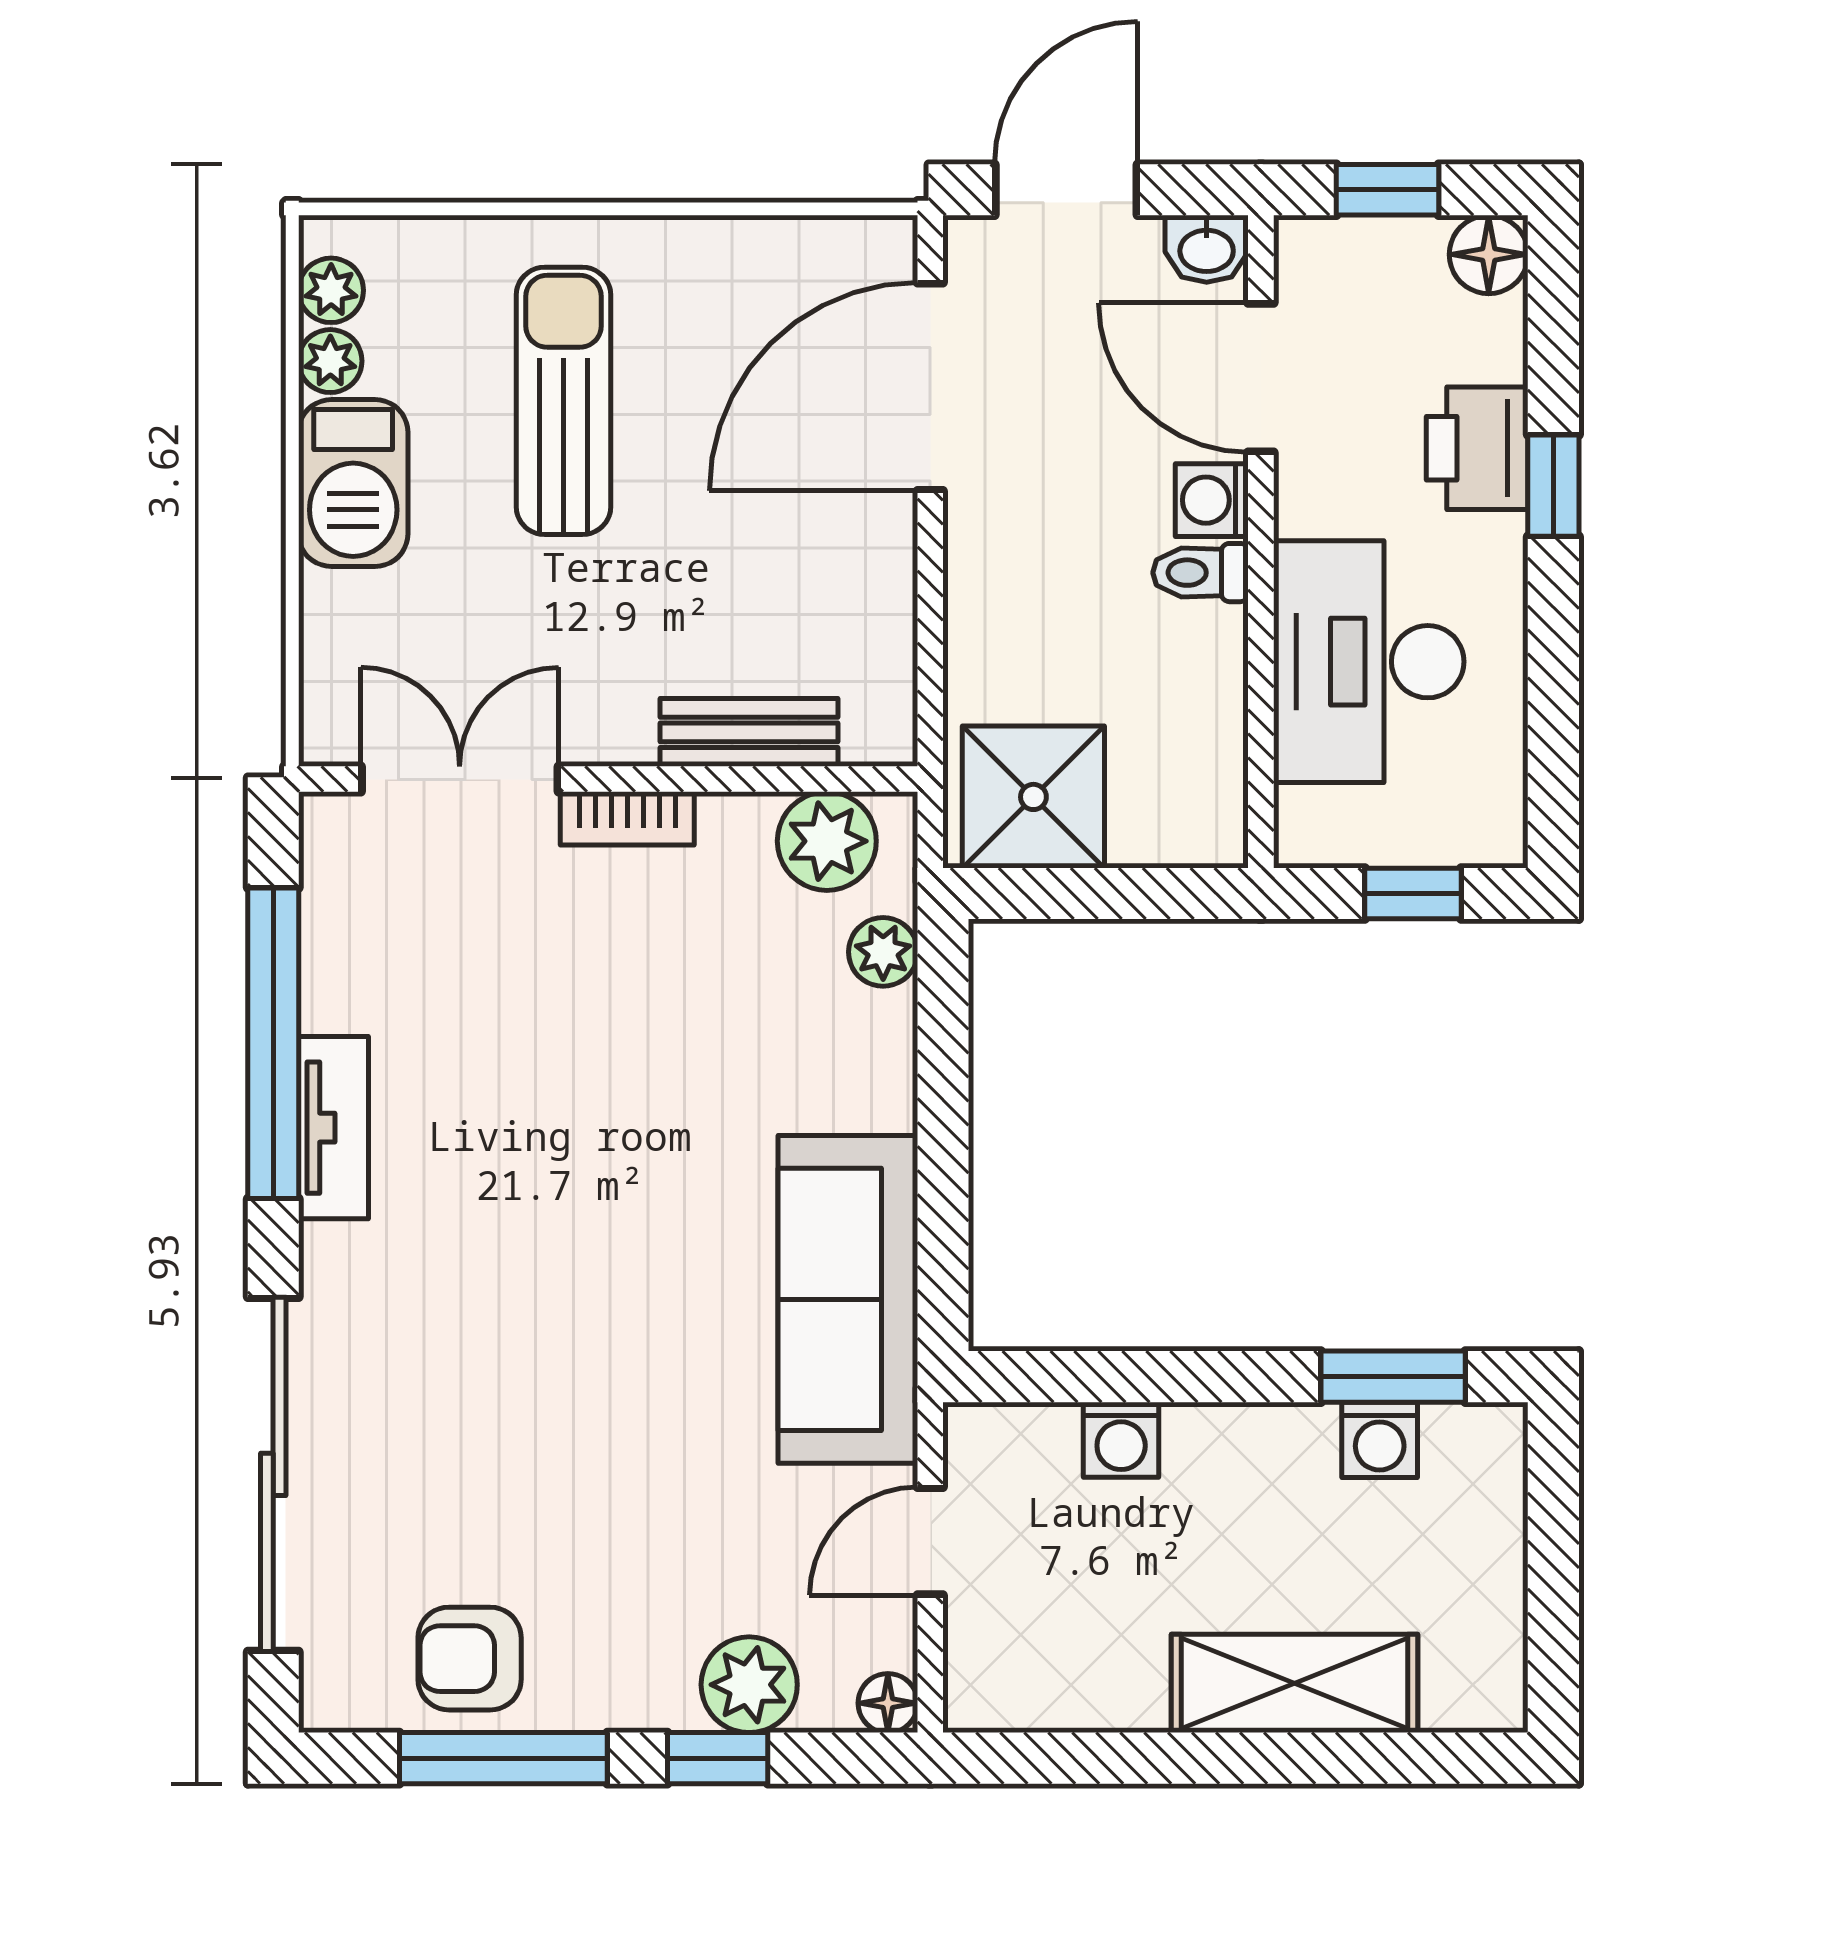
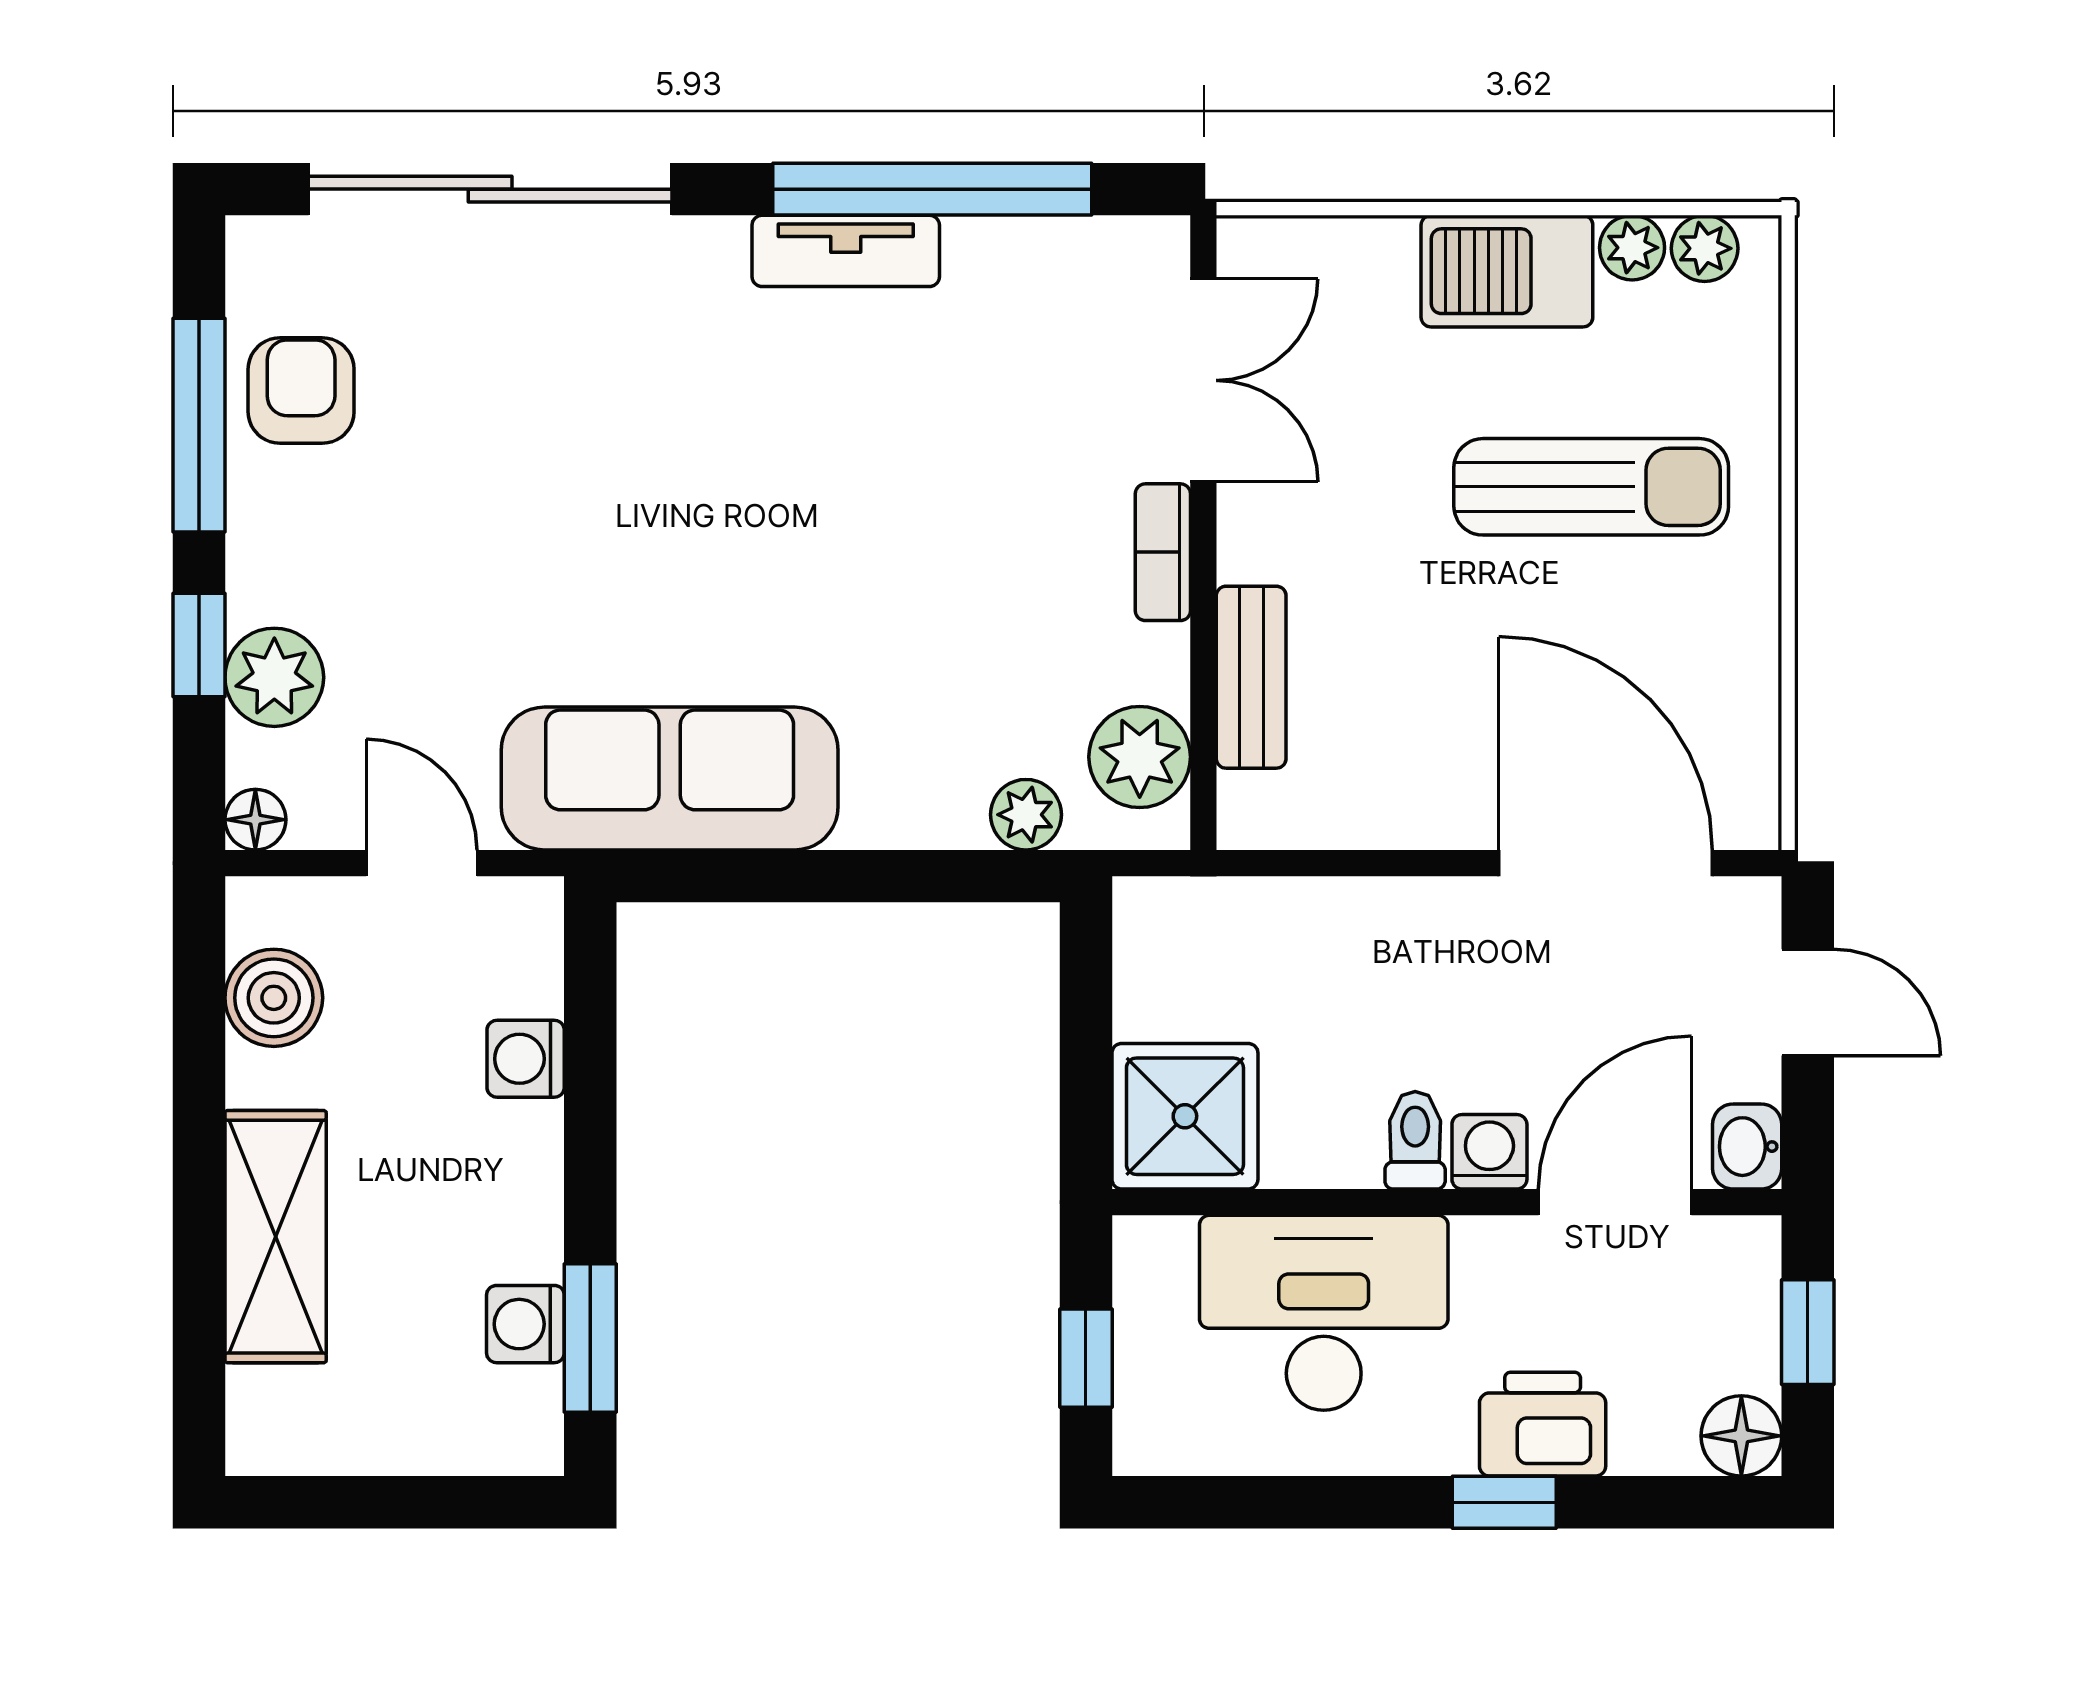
door: (1066, 190) -> (1808, 1002), width x0.73
shower: (1033, 797) -> (1185, 1116), moved
boiler: (1062, 1685) -> (274, 998), added

